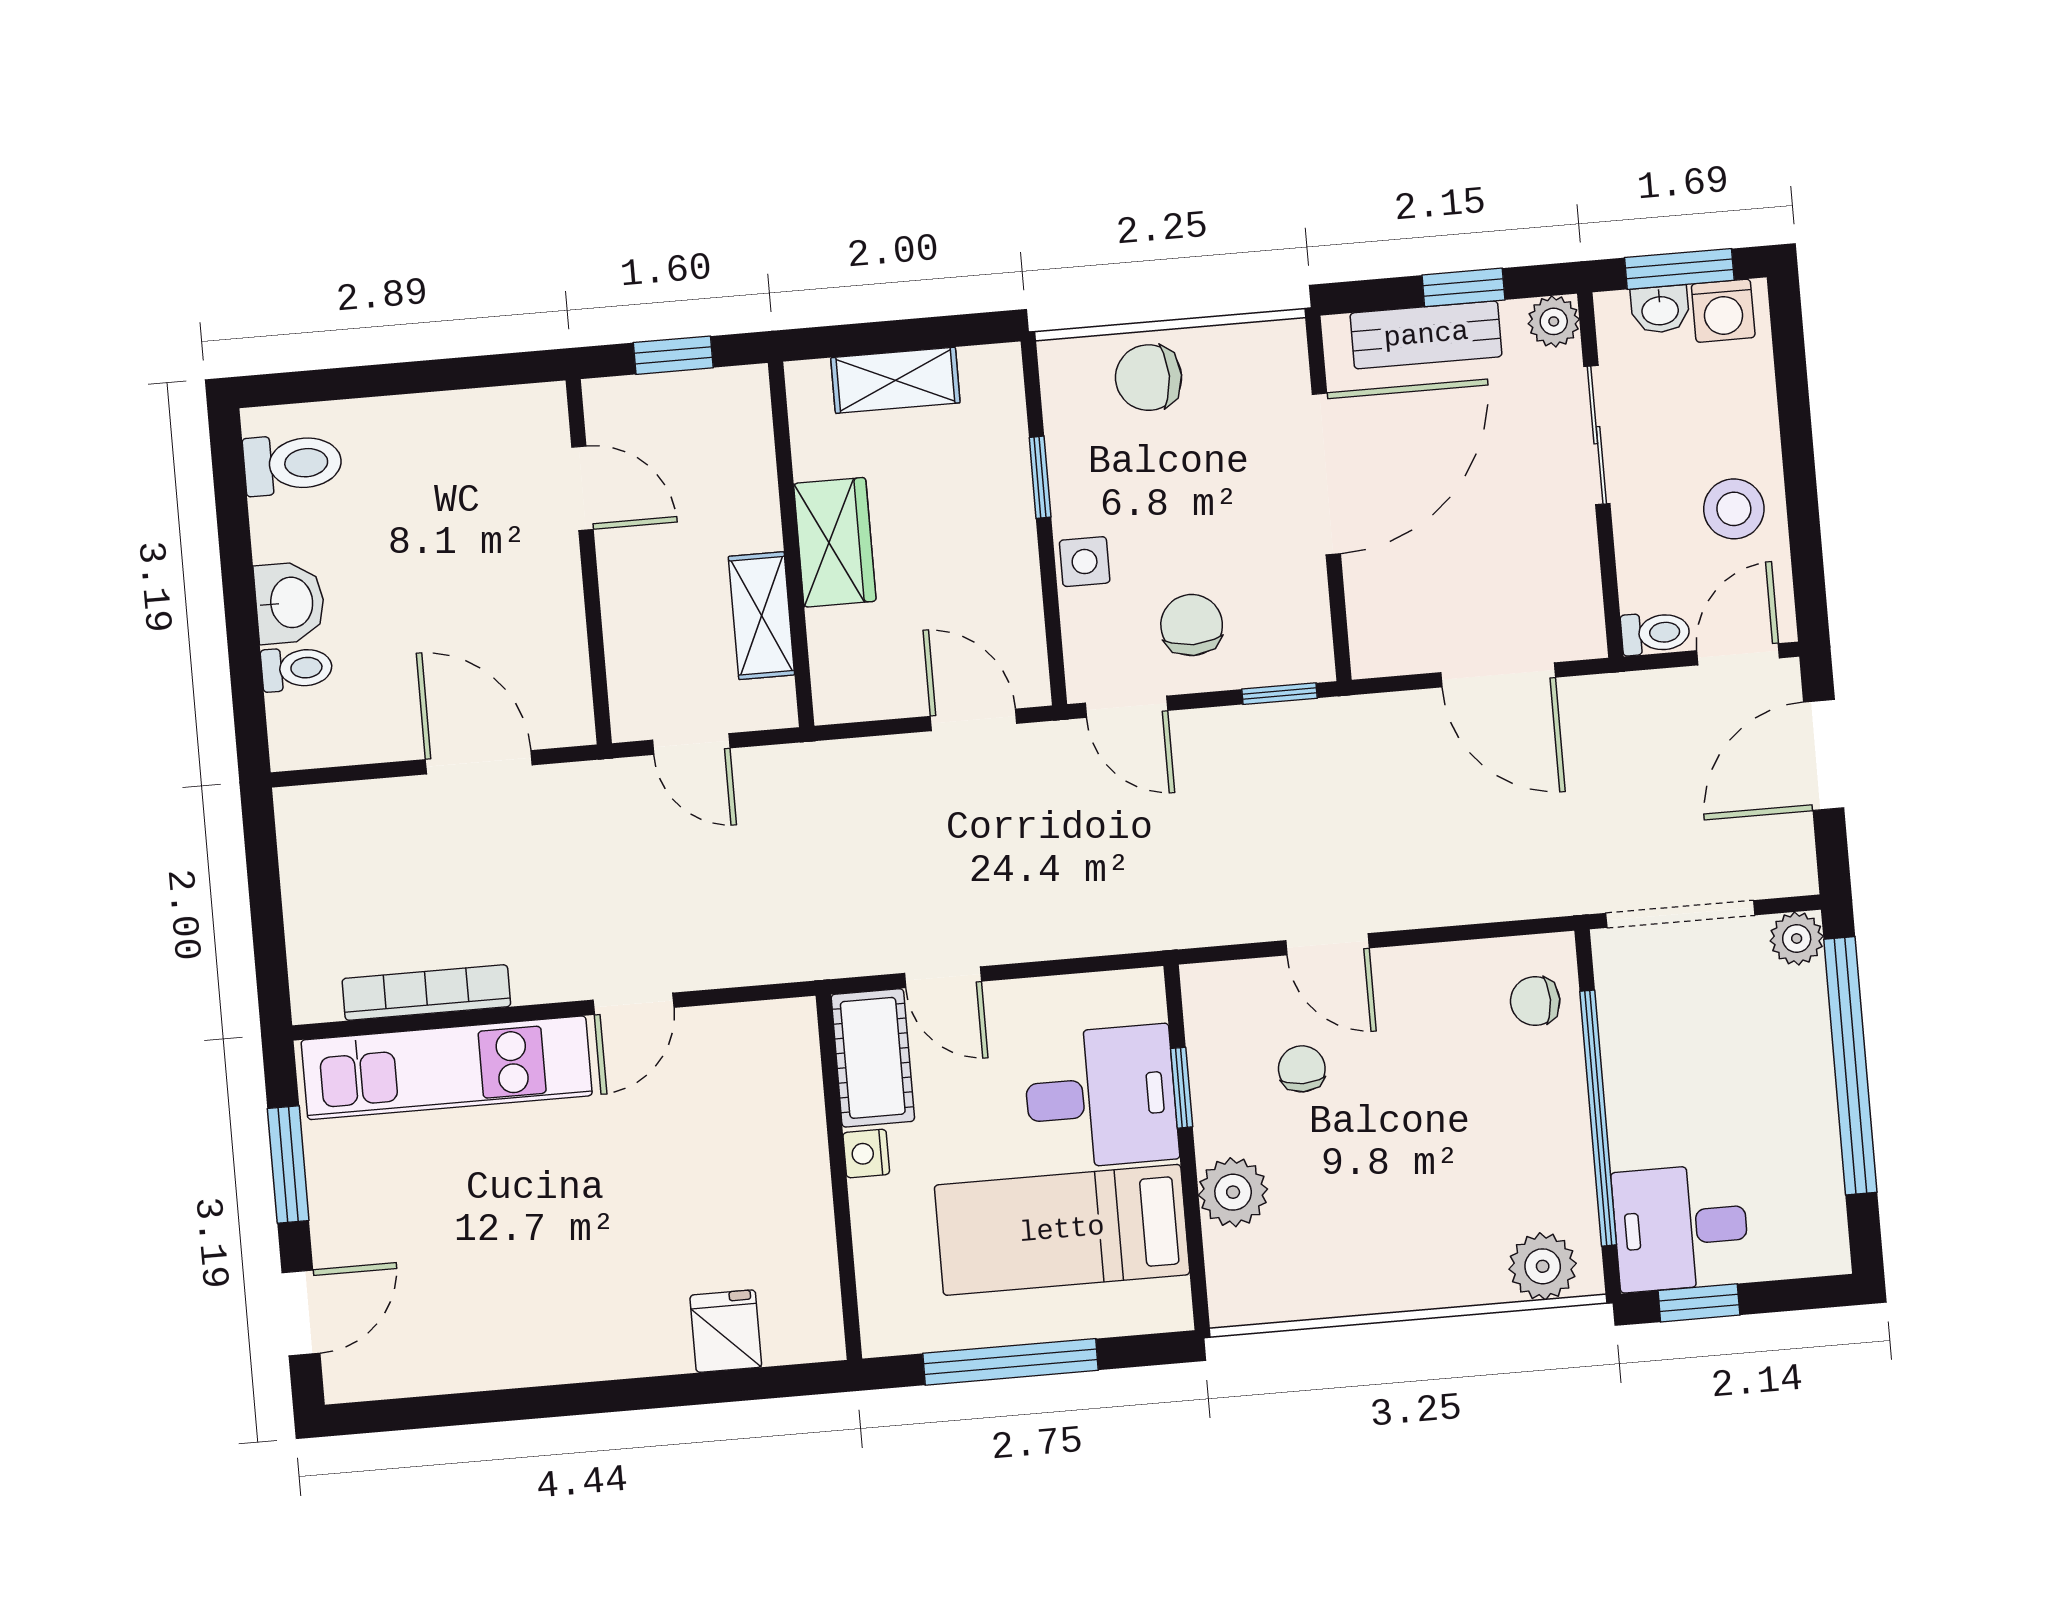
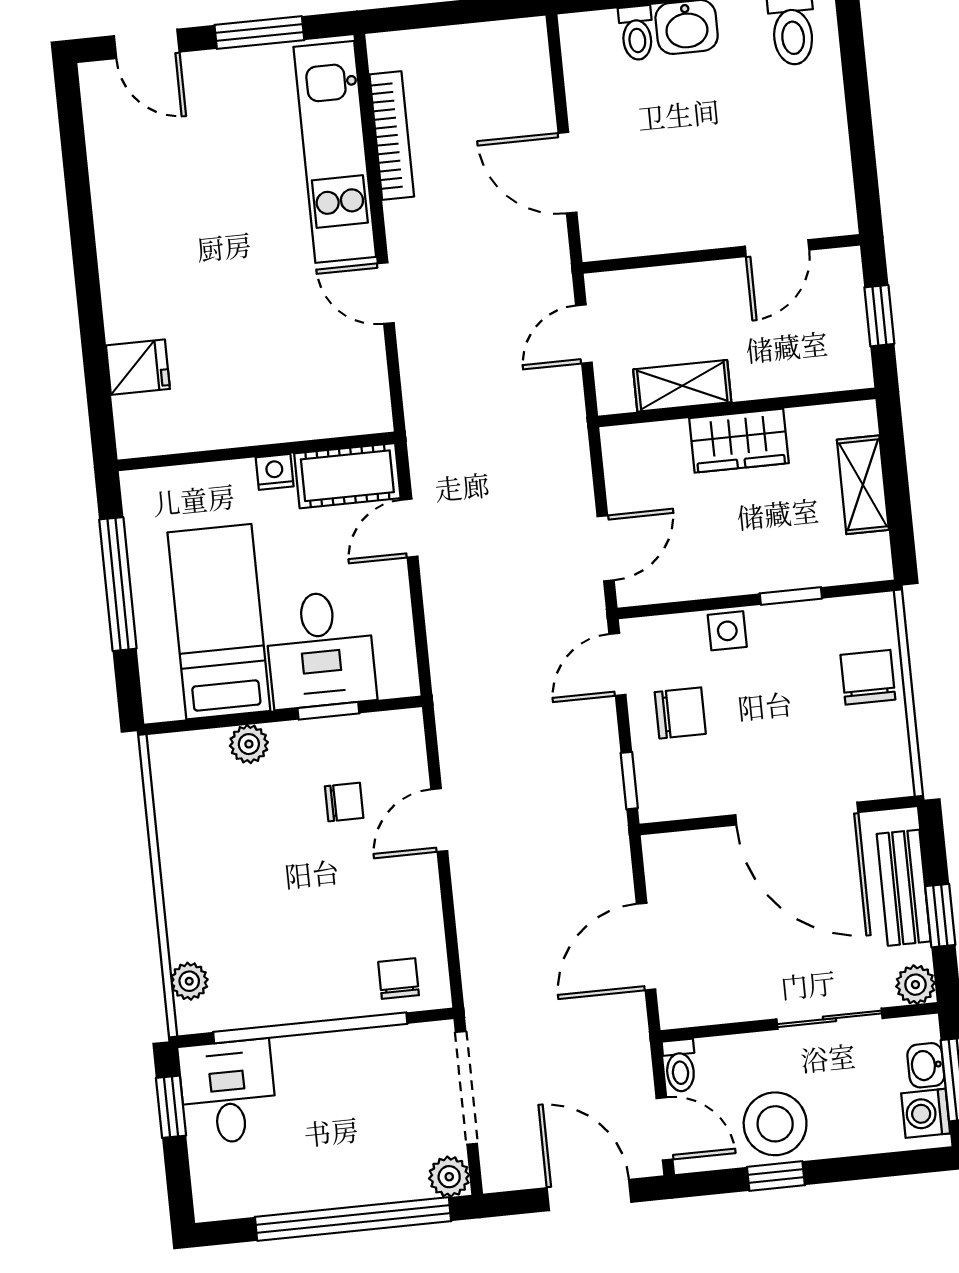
stool: (1734, 509) -> (775, 1124), width x1.38, depth x1.38
window: (1803, 509) -> (776, 1176), added
door: (479, 762) -> (567, 173), swing flipped
plant: (1233, 1192) -> (249, 744), width x0.73, depth x0.73
plant: (1543, 1266) -> (189, 981), width x0.73, depth x0.73

